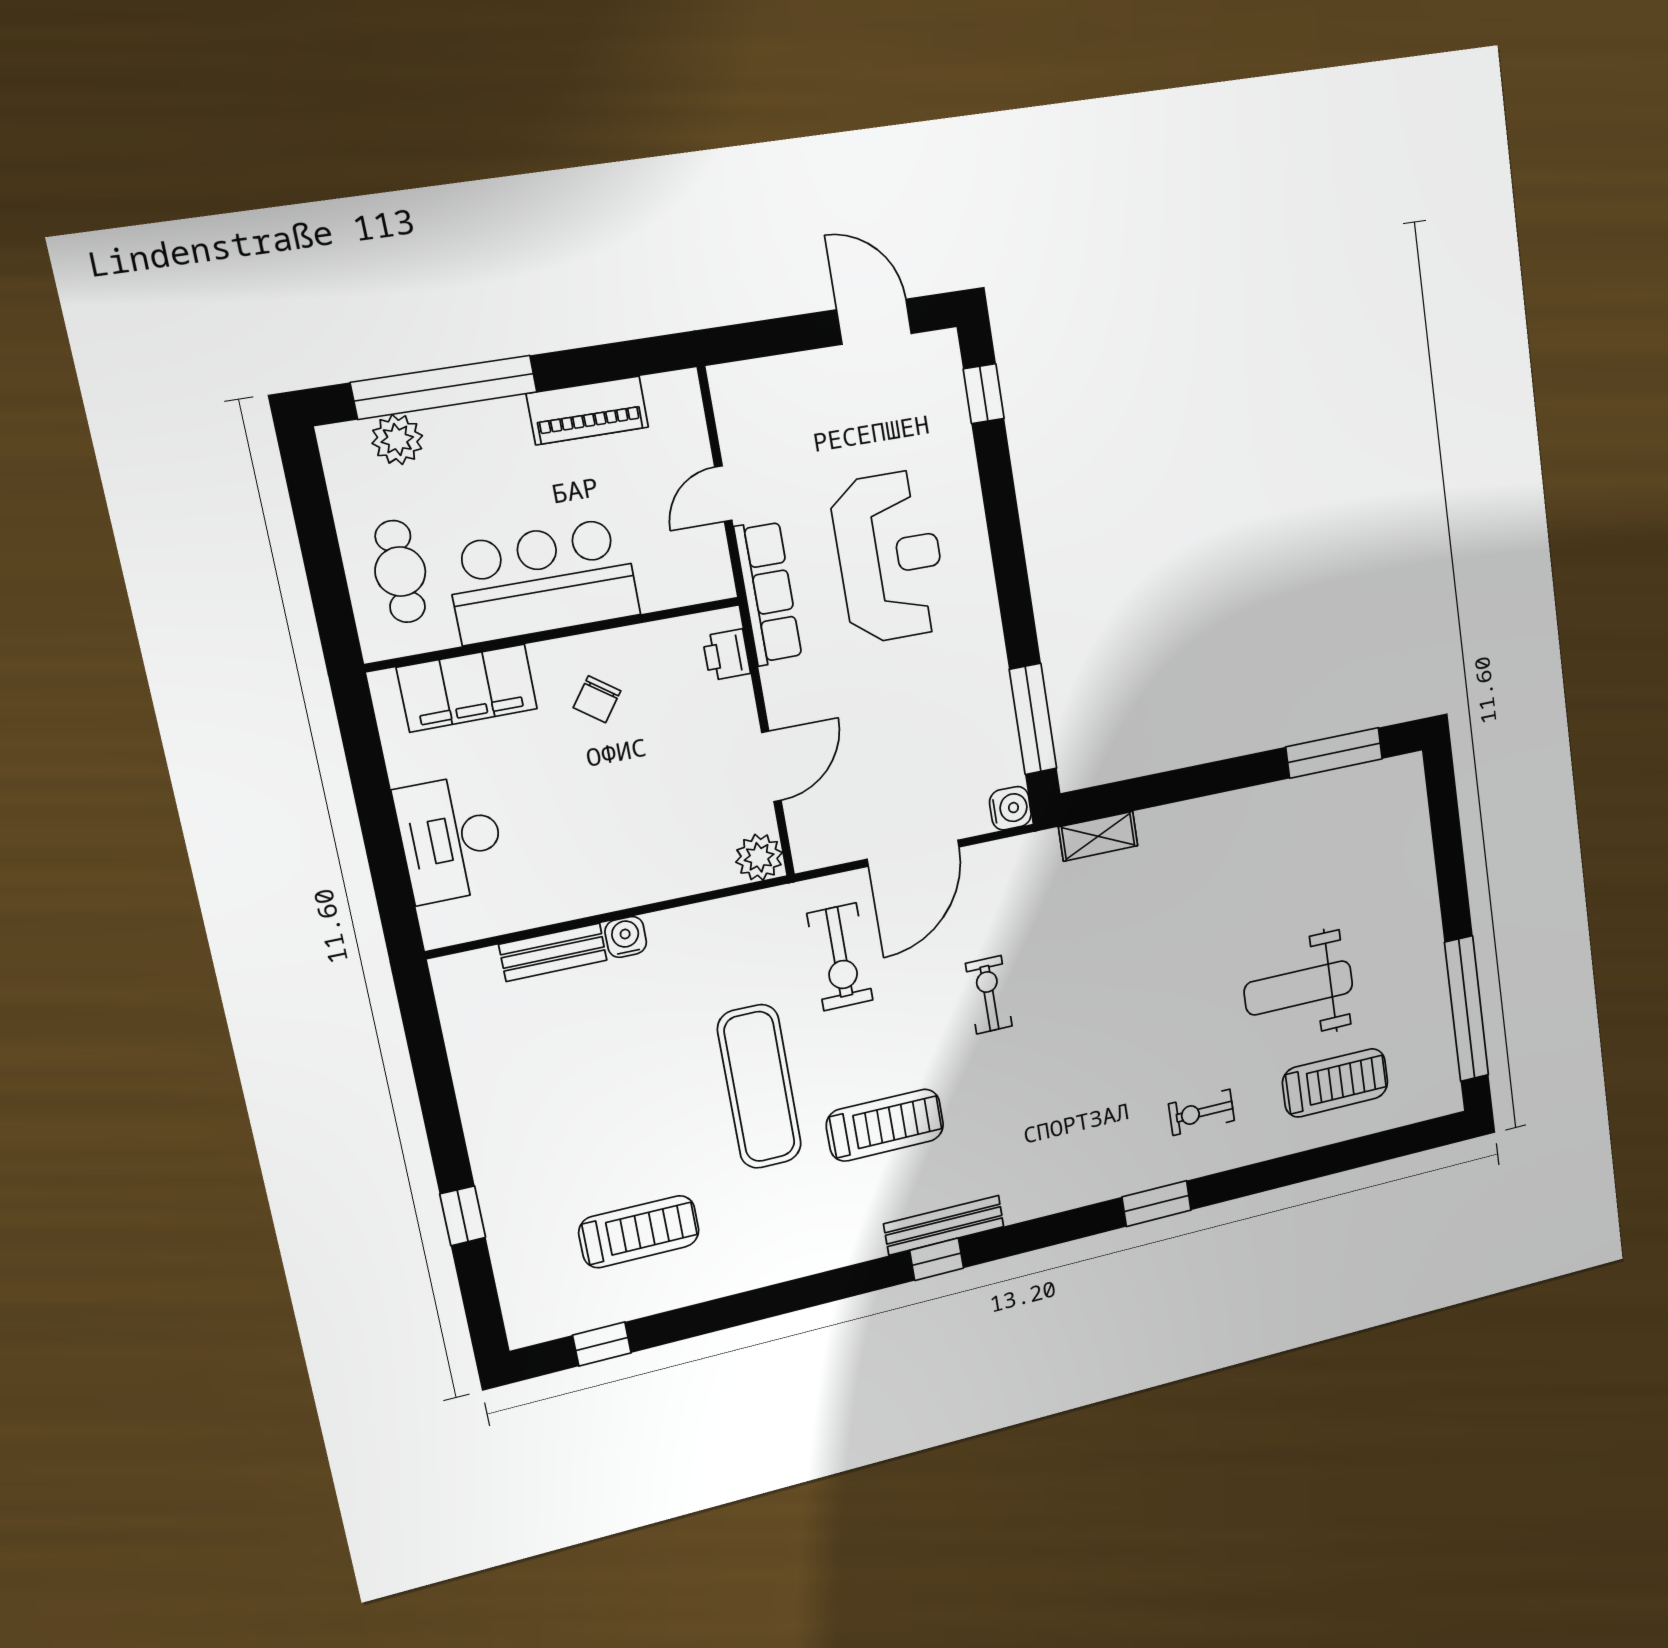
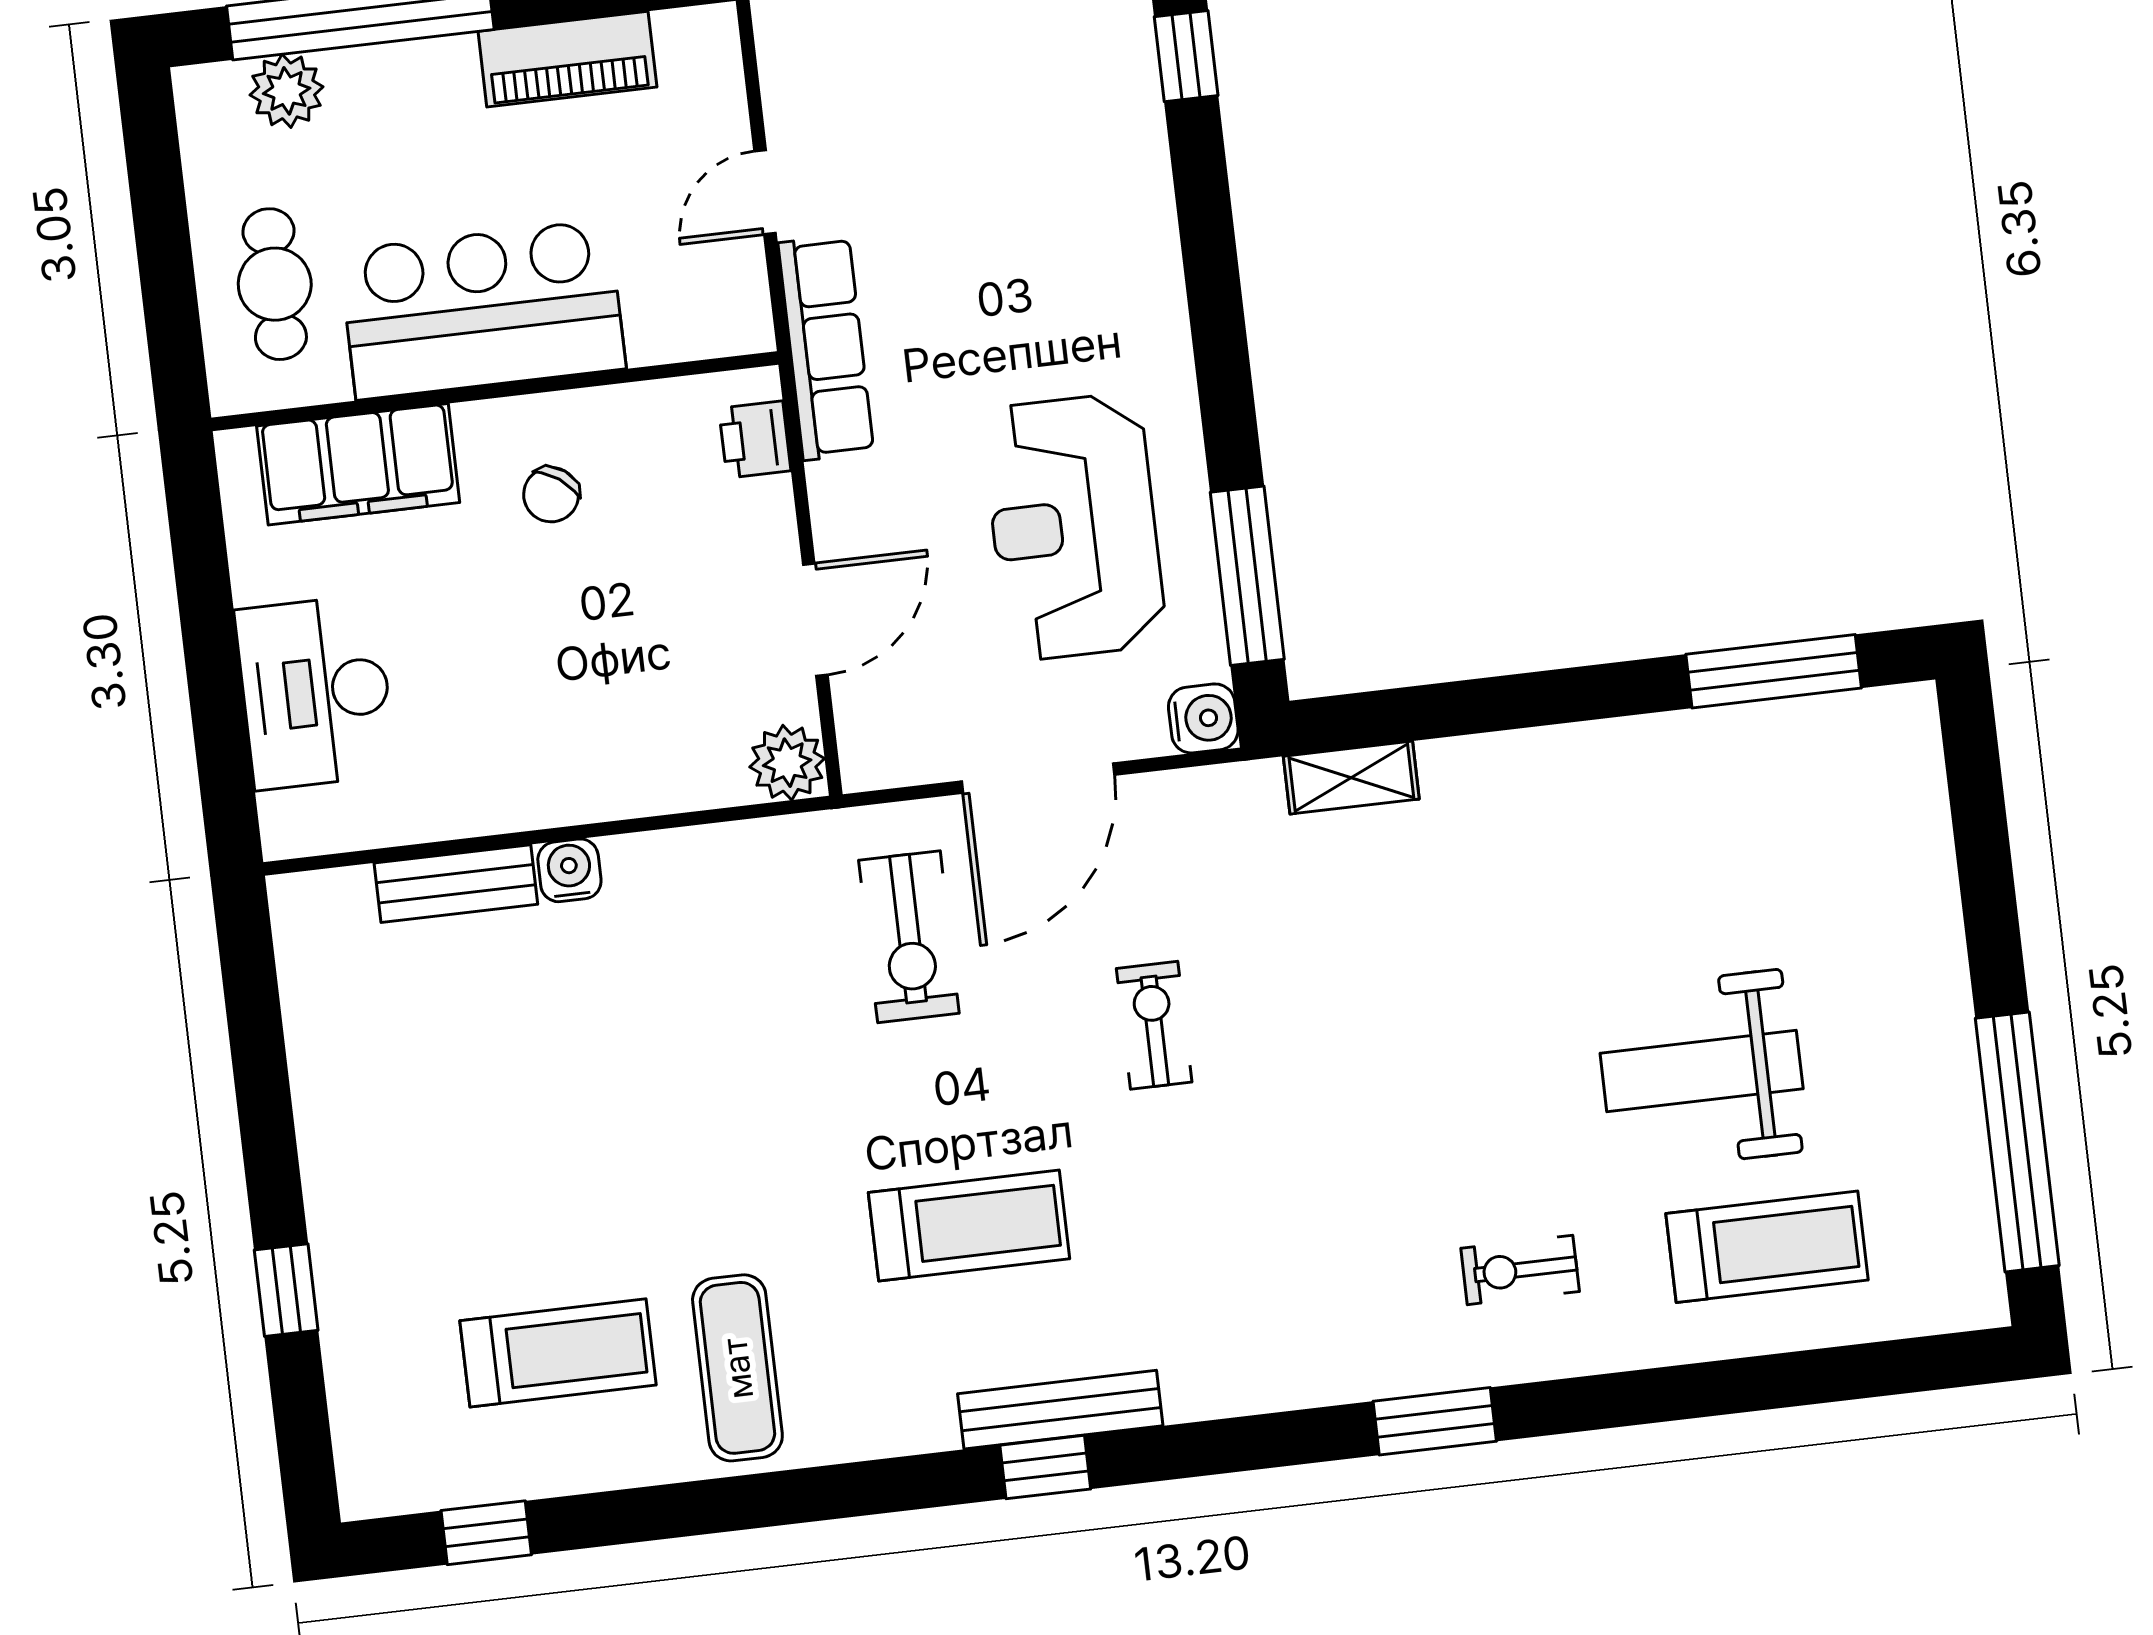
reception desk: (890, 557) -> (1074, 527), moved, turned 180
exercise mat: (759, 1087) -> (737, 1368), moved, width x0.73, depth x0.69

